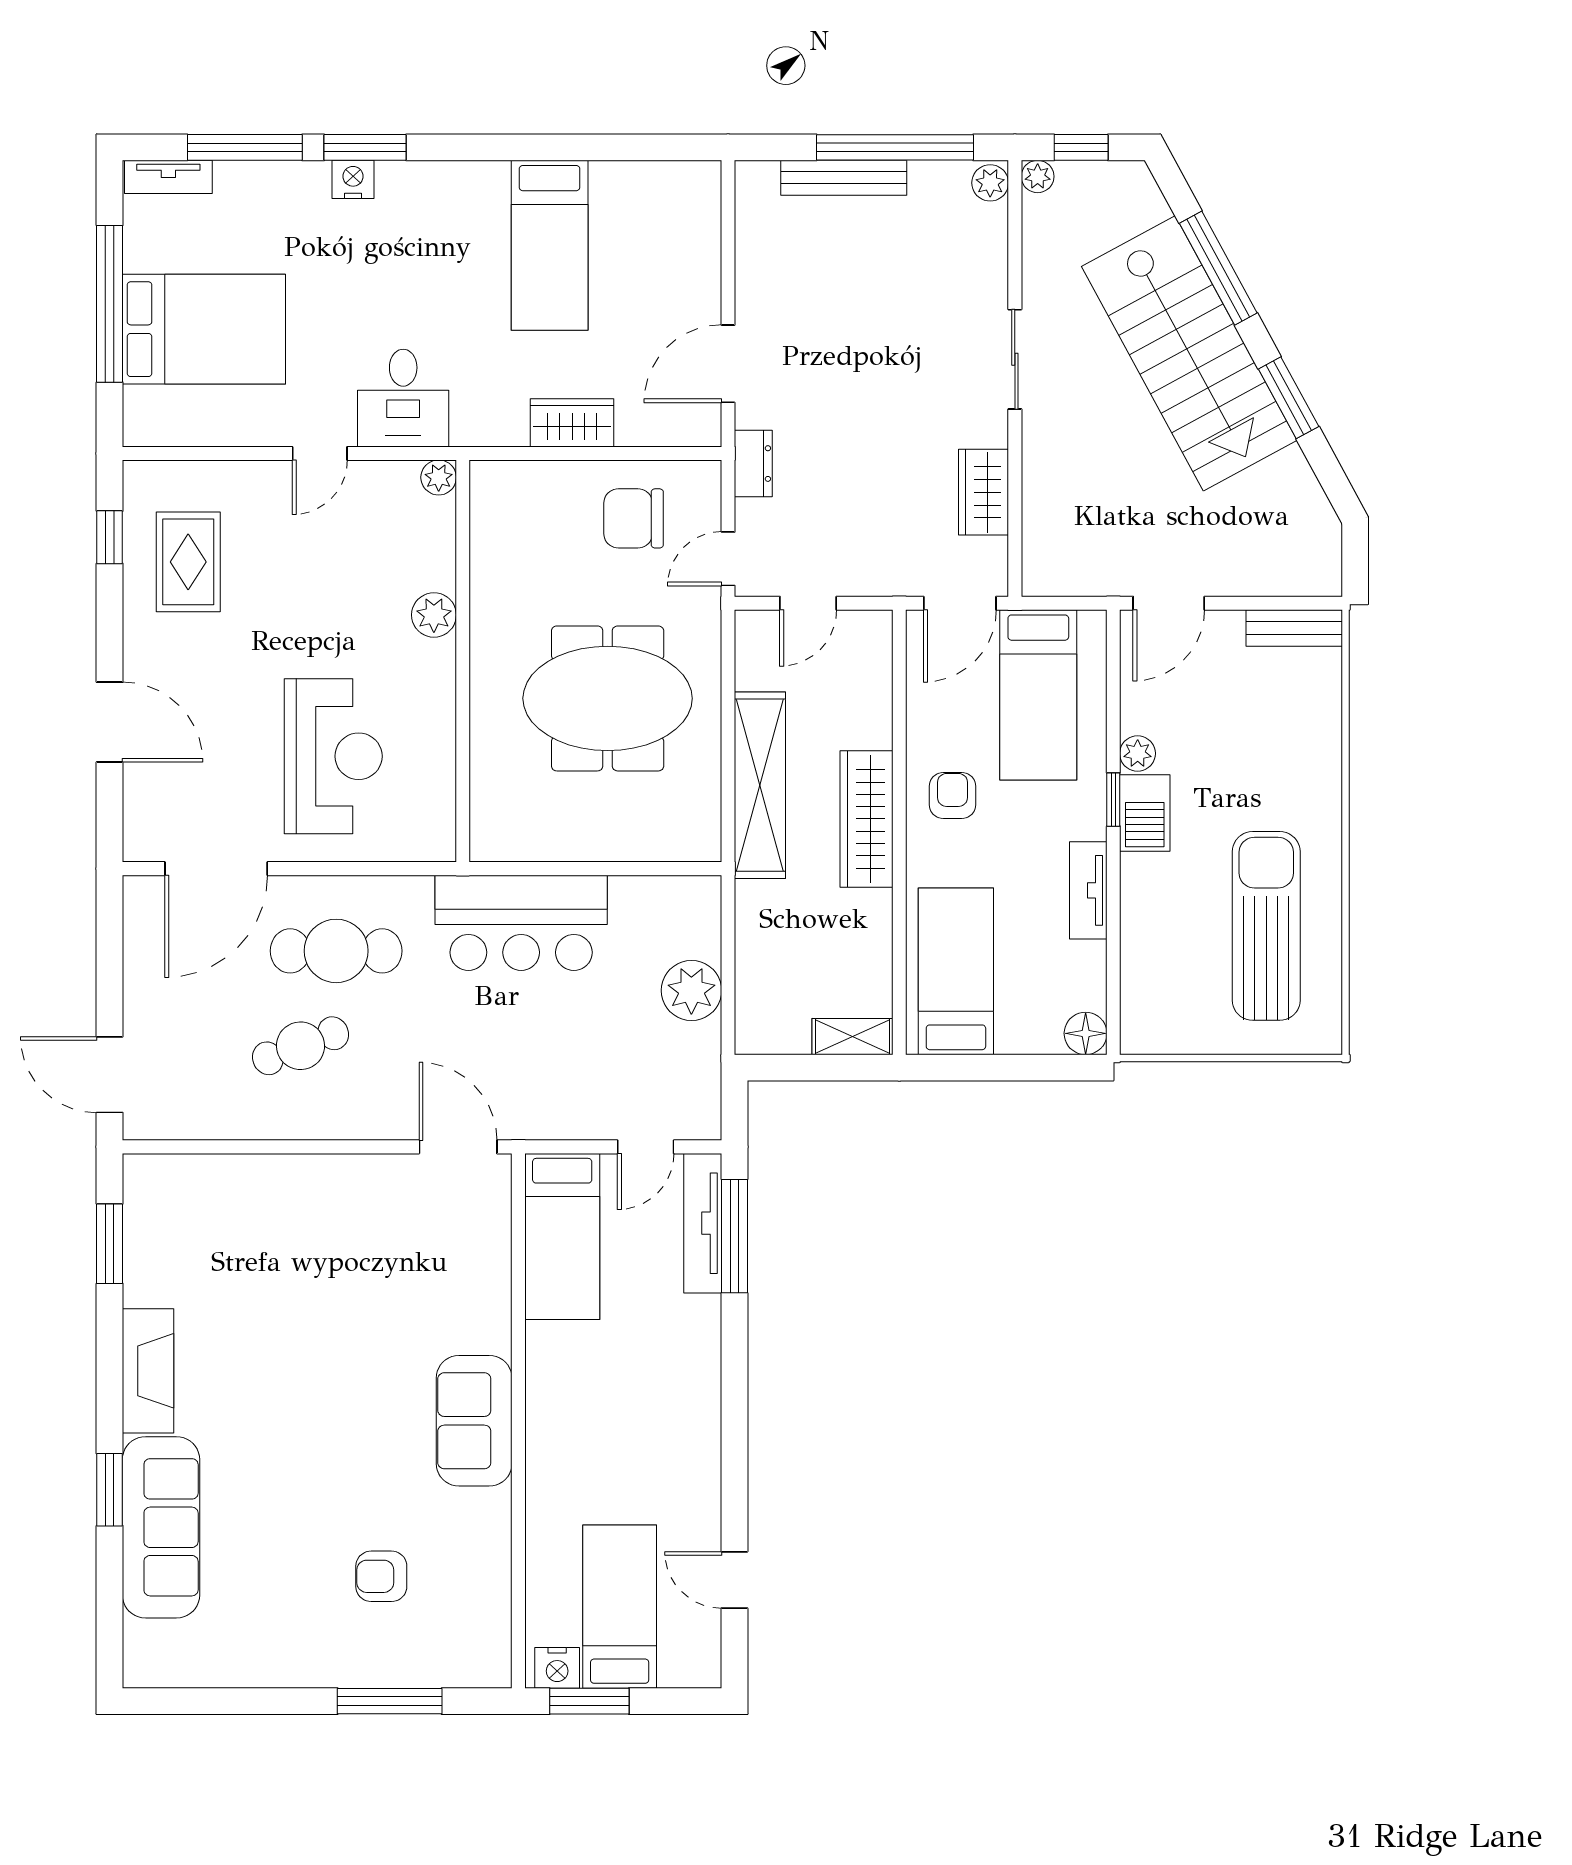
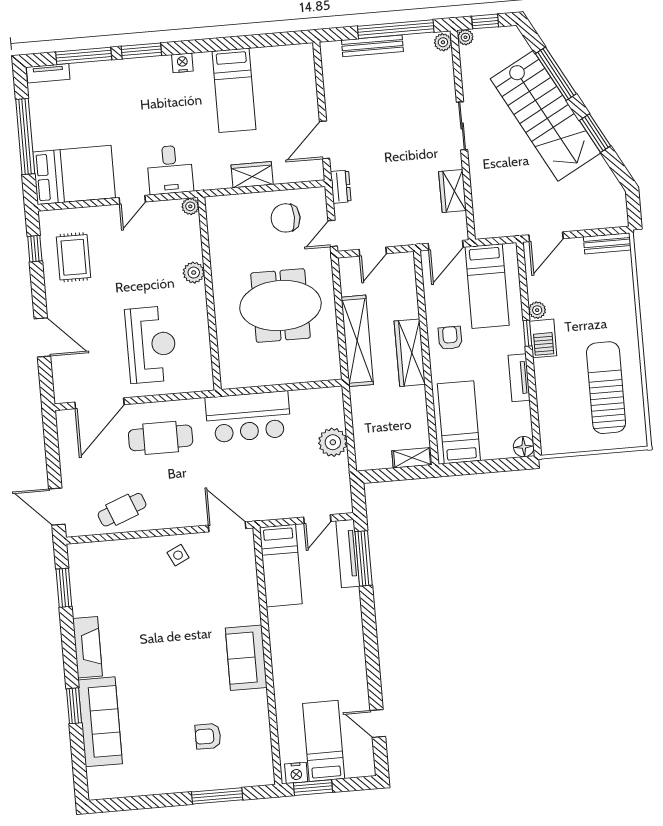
nightstand: (353, 179) -> (182, 63), moved
bed: (204, 329) -> (74, 175), moved
cafe table: (301, 1046) -> (122, 510), moved
side table: (351, 1197) -> (178, 555), added

